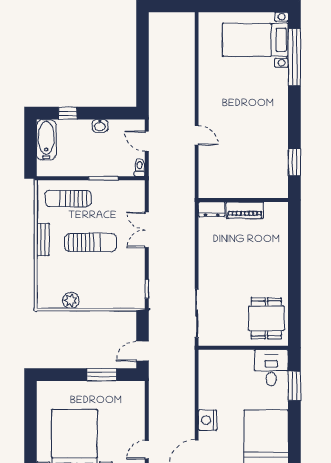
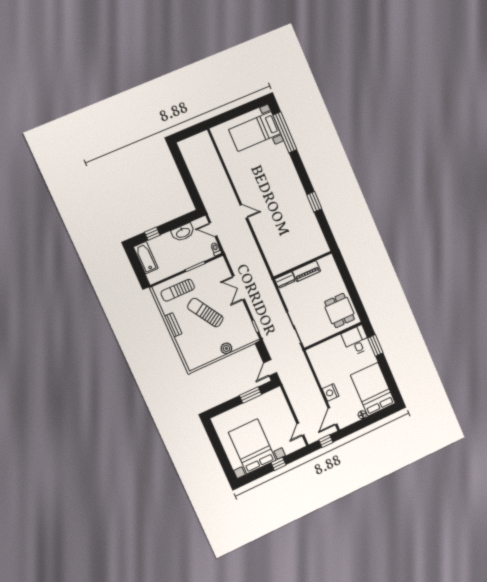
washbasin: (100, 126) -> (183, 232), width x1.91, depth x1.45
wall: (243, 200) -> (303, 265), moved
dresser: (212, 209) -> (285, 280), moved
piano: (245, 210) -> (306, 271), moved
sun lounger: (91, 242) -> (205, 313), turned -122
plant: (71, 300) -> (226, 348), moved

